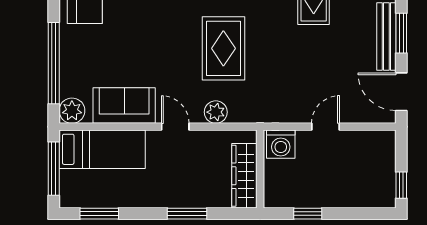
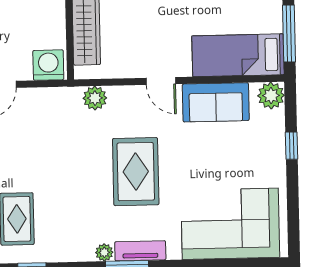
rug: (223, 48) -> (136, 172), moved
window: (54, 63) -> (292, 146), width x0.32
plant: (216, 112) -> (95, 98), moved

